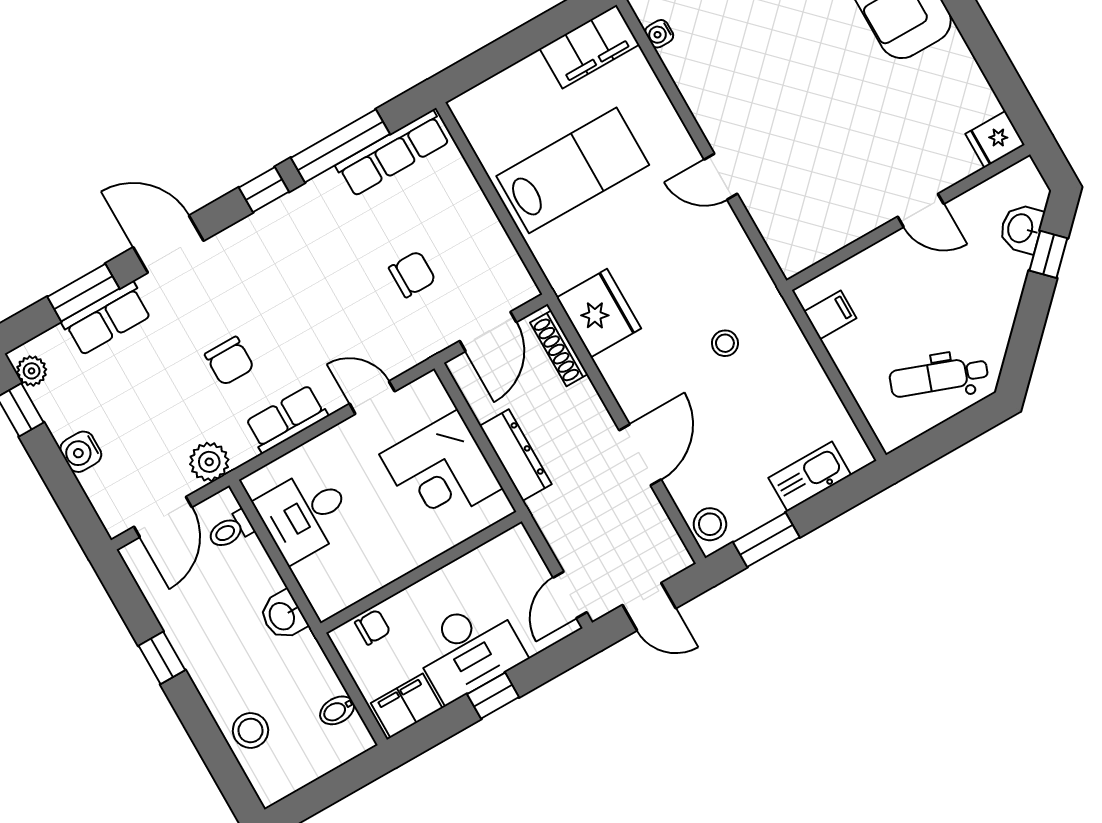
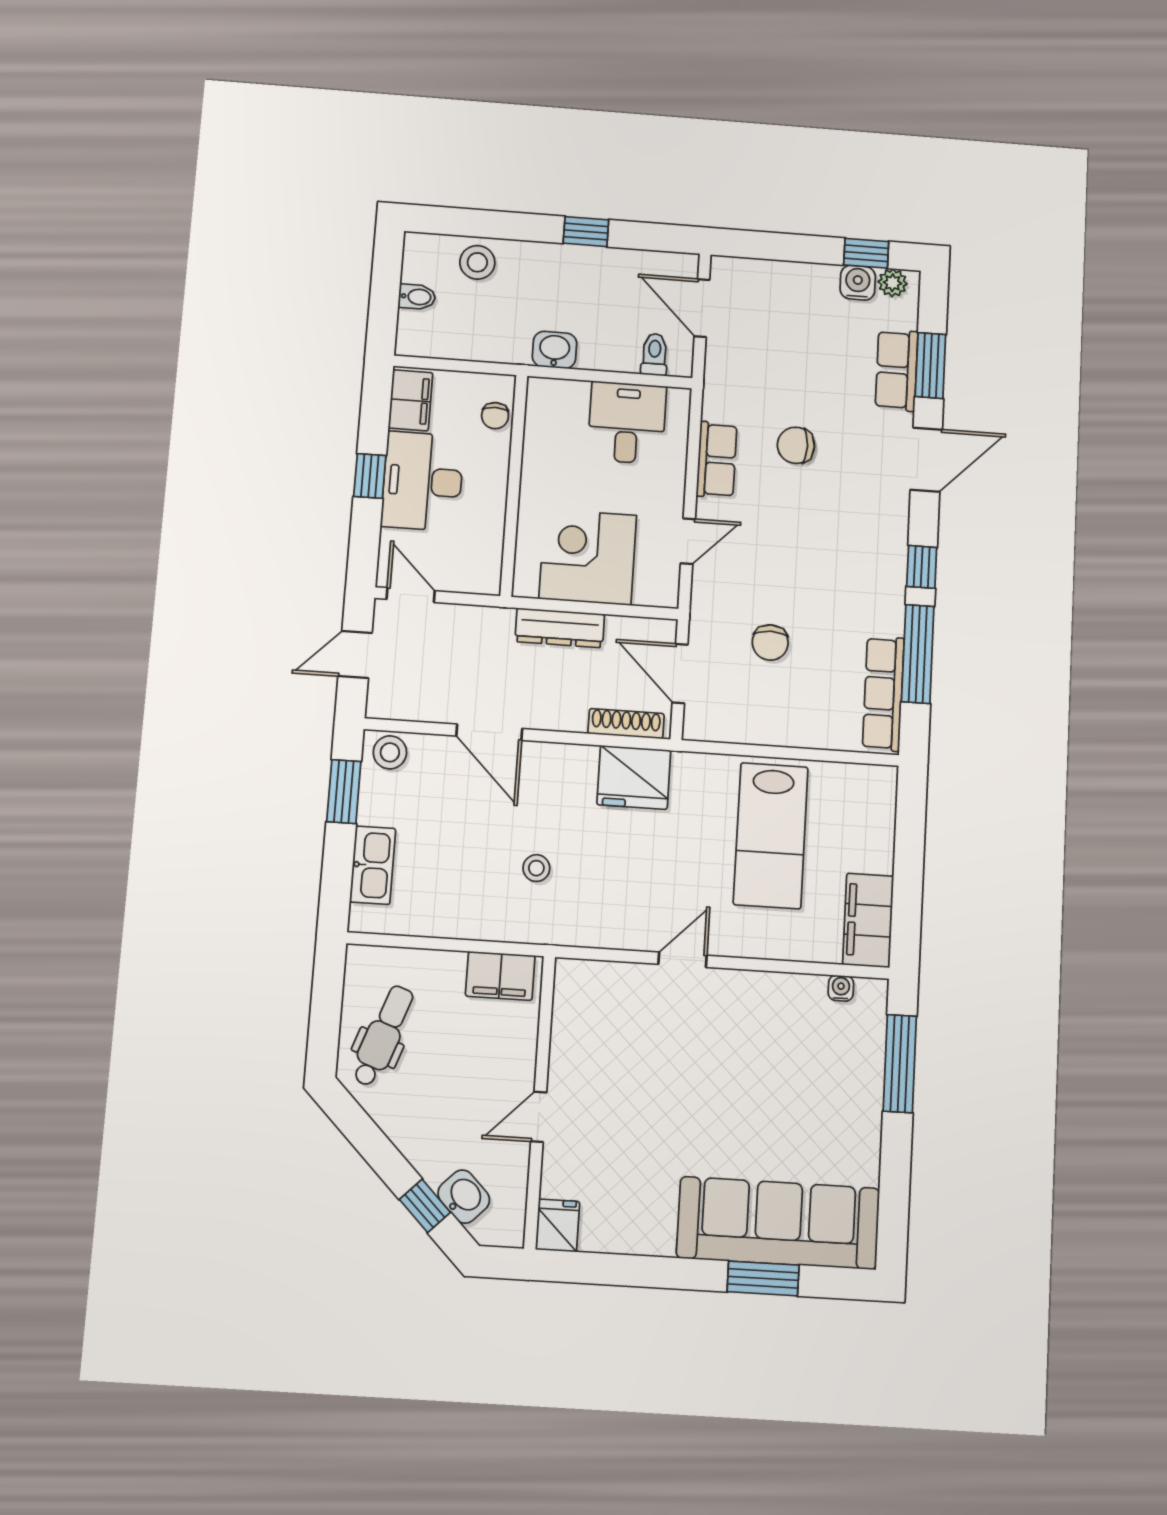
filing cabinet: (830, 315) -> (500, 976), width x2.00
water cooler: (81, 452) -> (858, 283), moved
plant: (209, 462) -> (723, 374), removed
bidet: (337, 710) -> (417, 297), moved, turned 90

